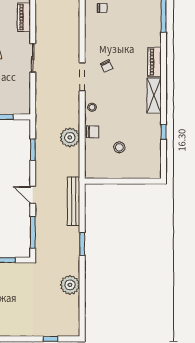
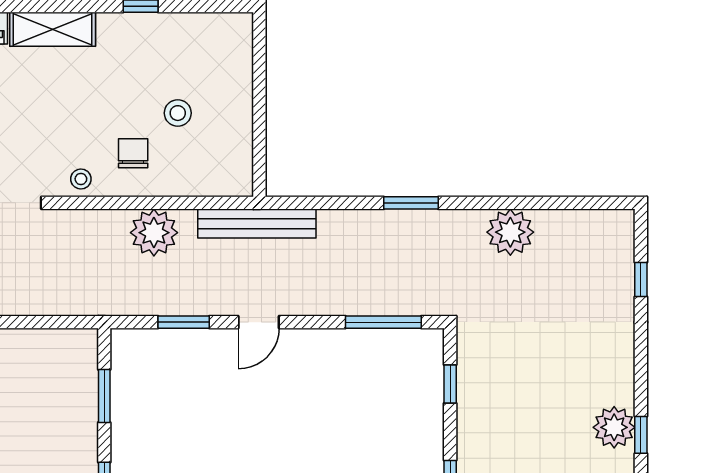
chair: (93, 132) -> (133, 153), moved
door: (33, 195) -> (259, 322), moved
bench: (74, 201) -> (257, 224), moved

